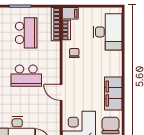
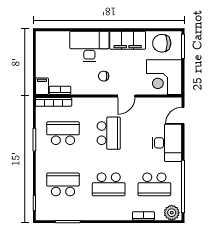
desk: (108, 32) -> (89, 46), moved
chair: (74, 53) -> (104, 76), moved

